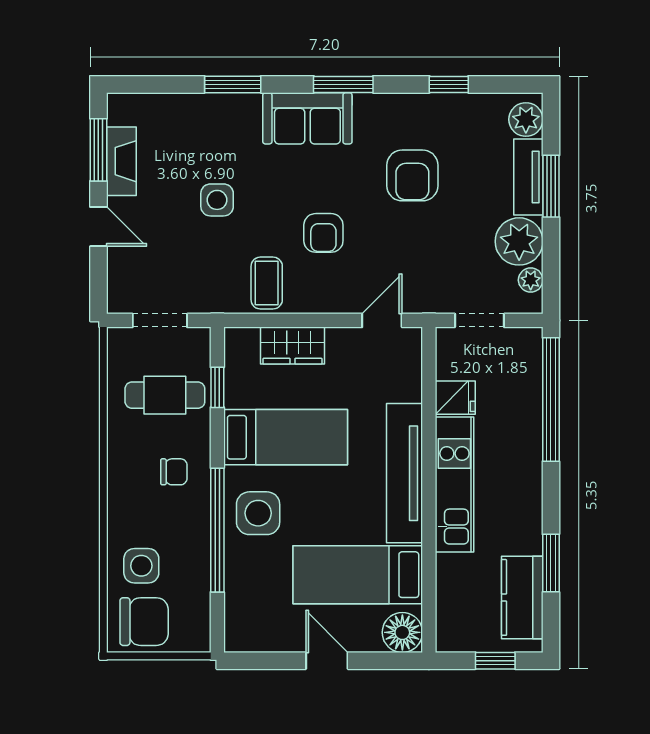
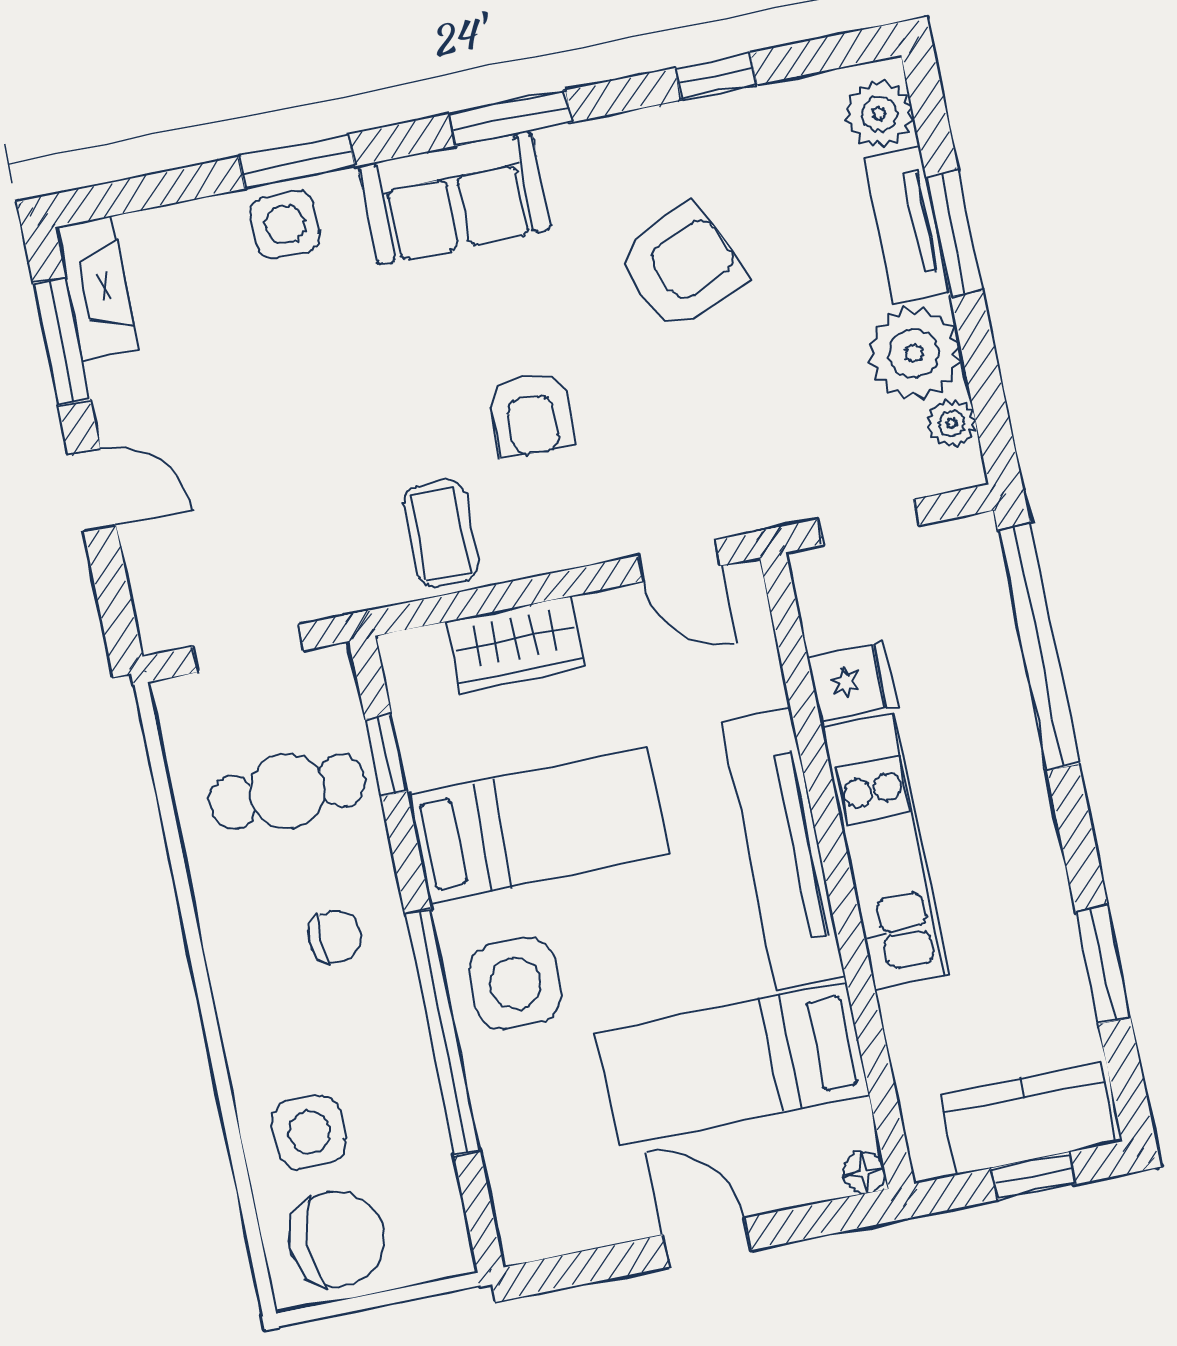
fireplace: (121, 161) -> (97, 288), moved
armchair: (412, 175) -> (681, 267), turned -114
side table: (217, 200) -> (285, 224), moved
door: (382, 320) -> (679, 561), swing flipped
kitchen counter: (522, 597) -> (1028, 1119), moved, turned 90
floor lamp: (402, 632) -> (864, 1173), width x0.53, depth x0.53

